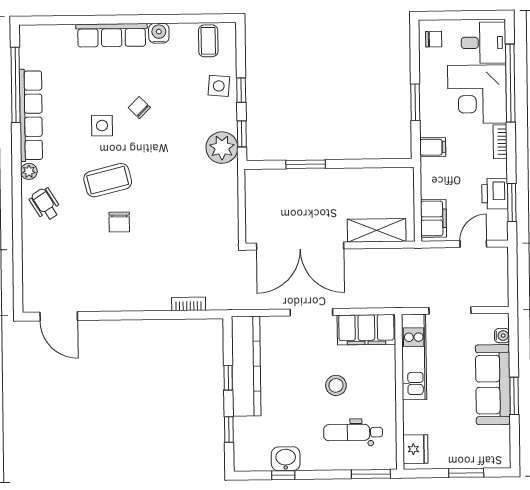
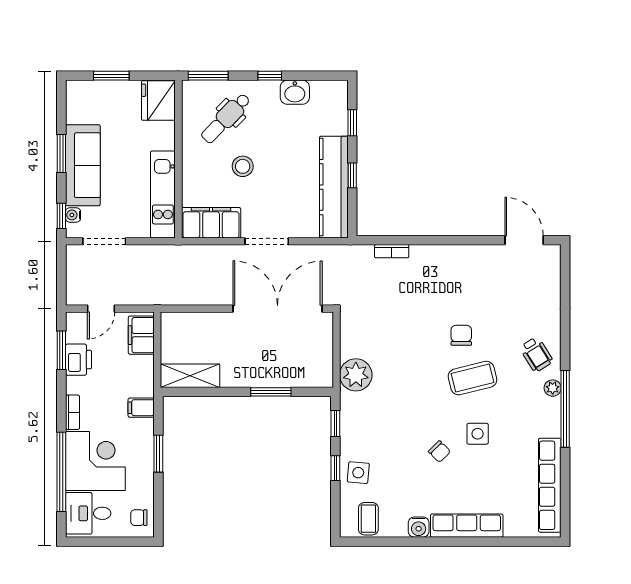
window: (15, 85) -> (565, 409), moved
row of seats: (31, 115) -> (550, 485), moved
plant: (222, 148) -> (356, 375), moved
shelving: (377, 230) -> (190, 376), moved
doorway: (450, 310) -> (104, 241), moved
window: (513, 335) -> (61, 216), added
dental chair: (353, 432) -> (226, 118), turned 134
fridge: (415, 449) -> (158, 100), width x1.36, depth x1.34
window: (283, 475) -> (270, 76), moved

